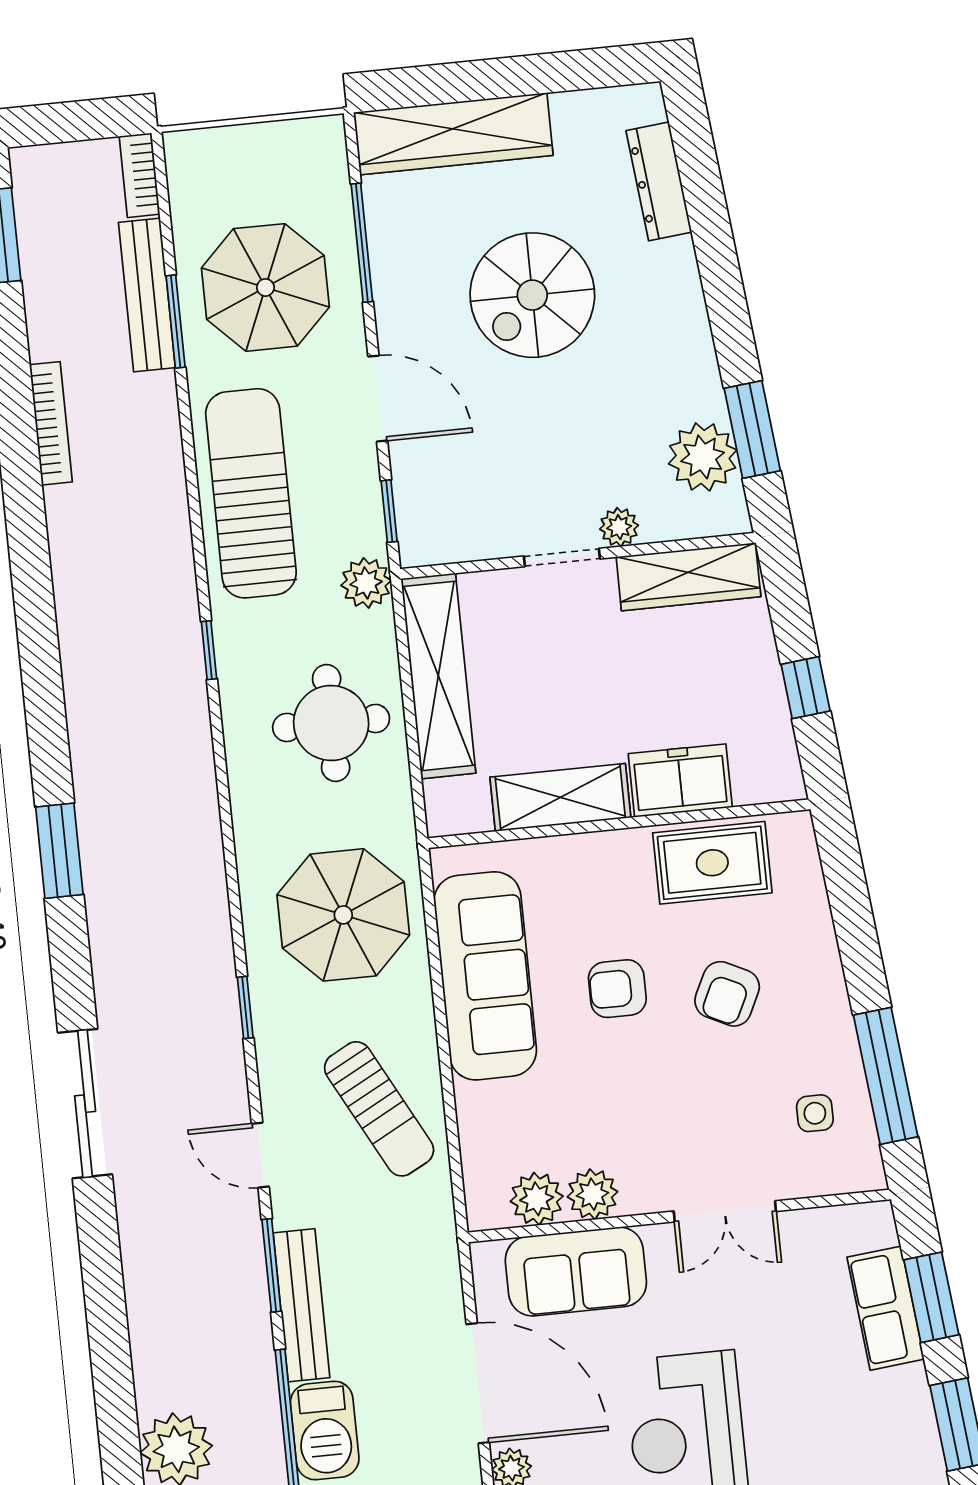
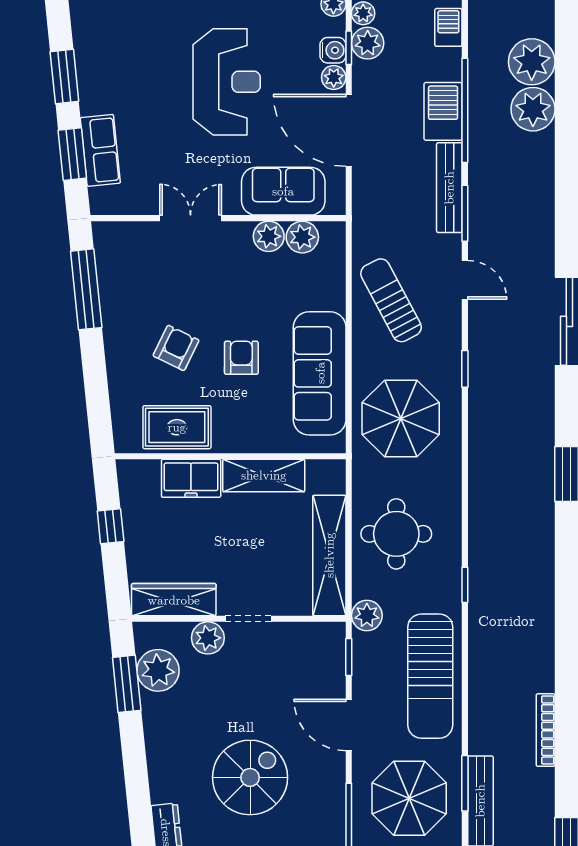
plant: (619, 527) -> (208, 638), width x1.38, depth x1.38
armchair: (617, 989) -> (241, 358), turned -90
side table: (815, 1113) -> (131, 271), removed

